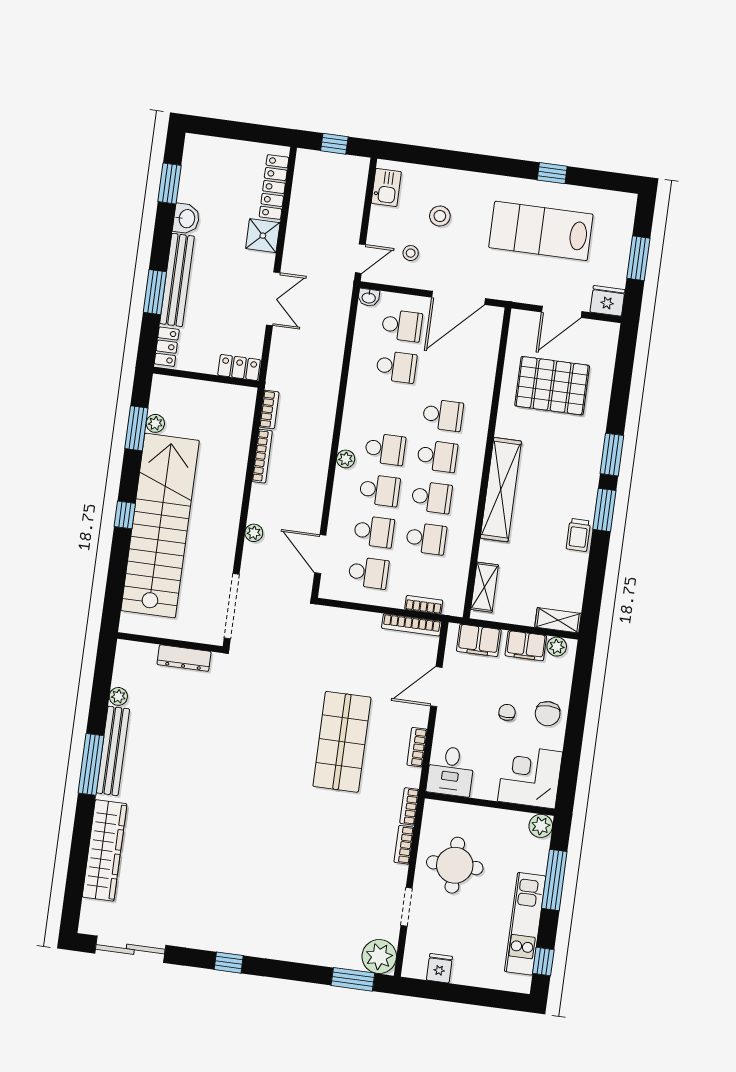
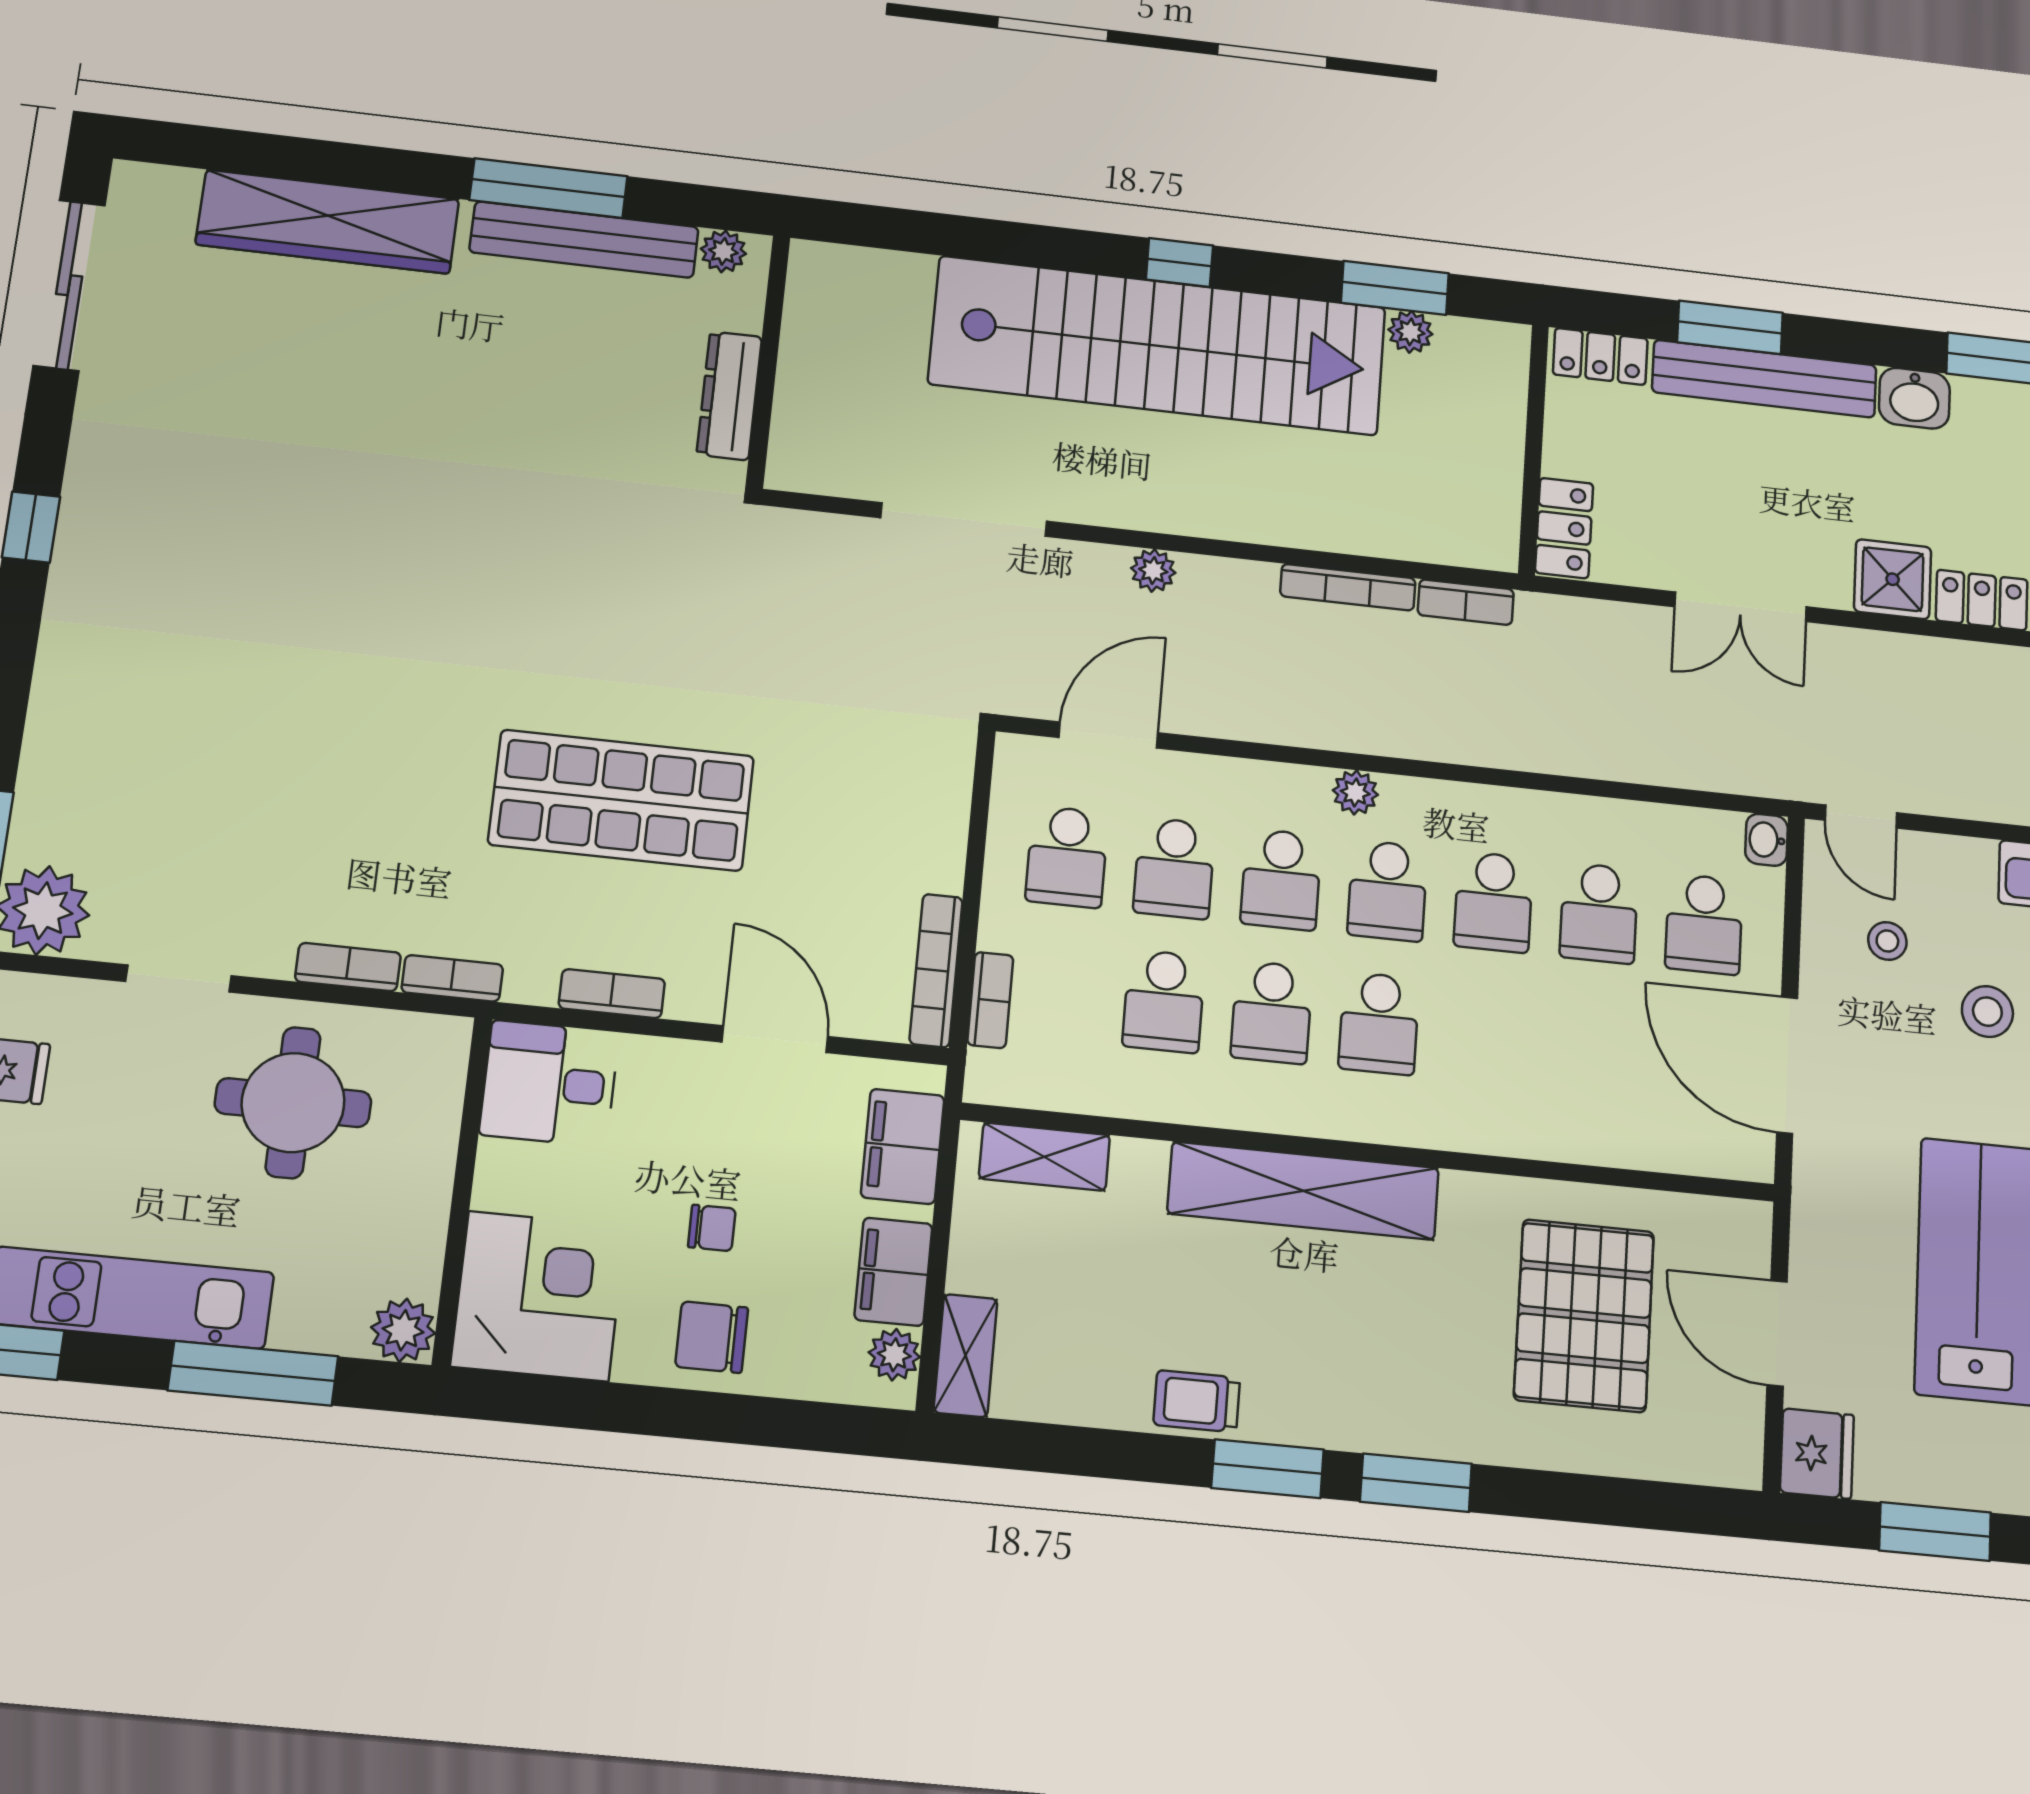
school desk: (443, 415) -> (1493, 902), moved
wall: (170, 642) -> (768, 361), moved
dresser: (184, 658) -> (729, 396), moved

